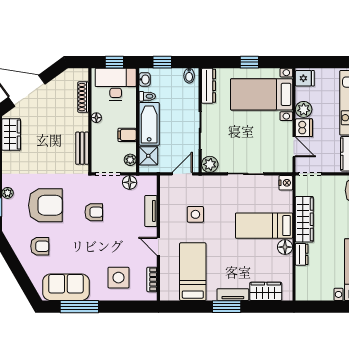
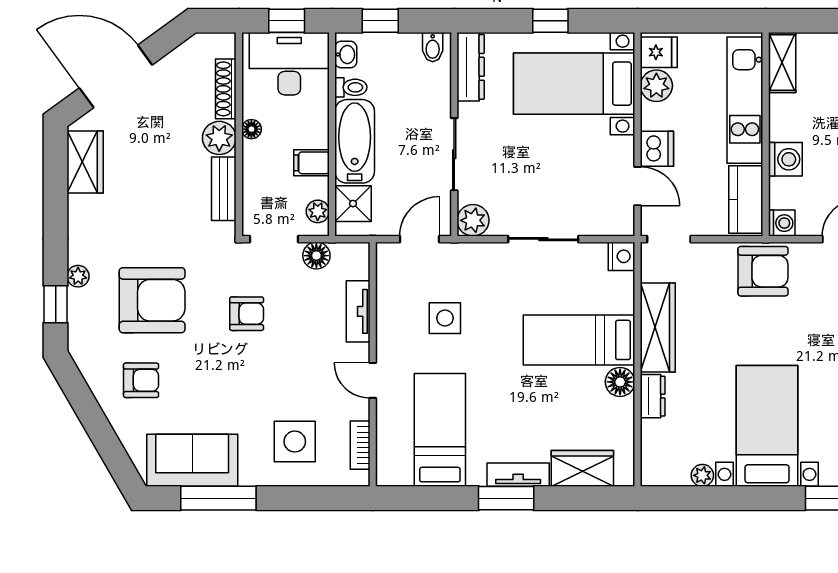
plant: (304, 109) -> (656, 86), moved
plant: (80, 122) -> (219, 138), added
plant: (327, 295) -> (702, 475), added

